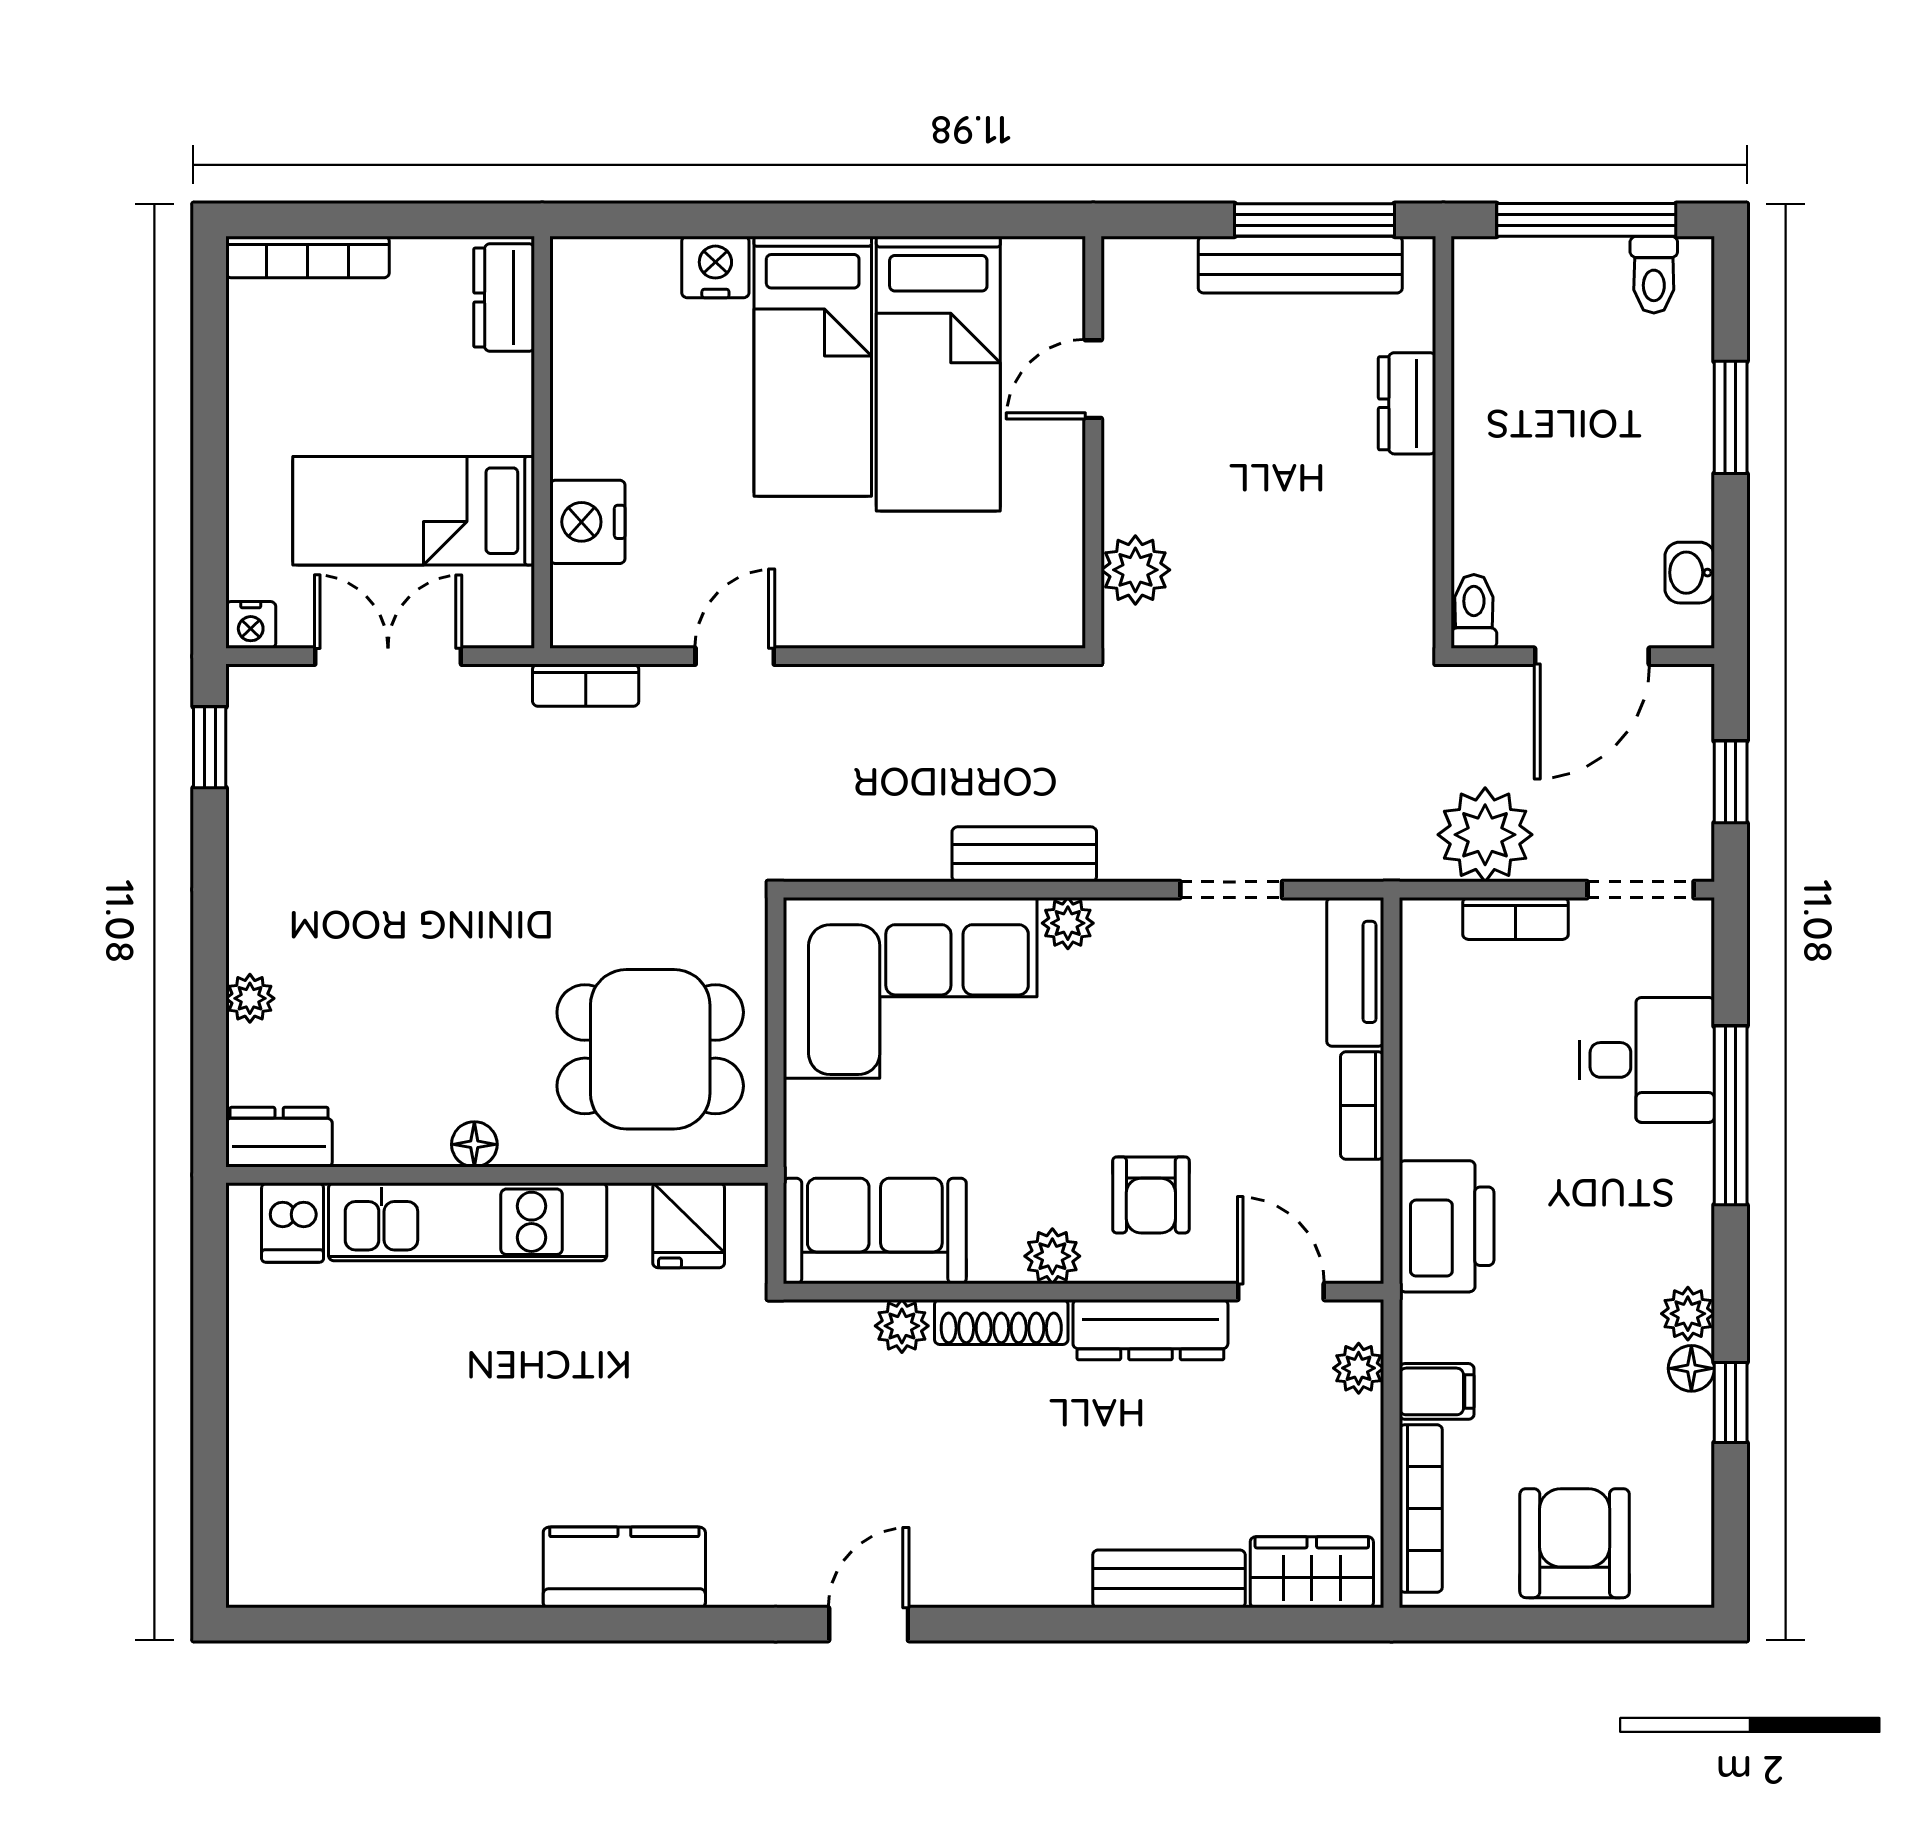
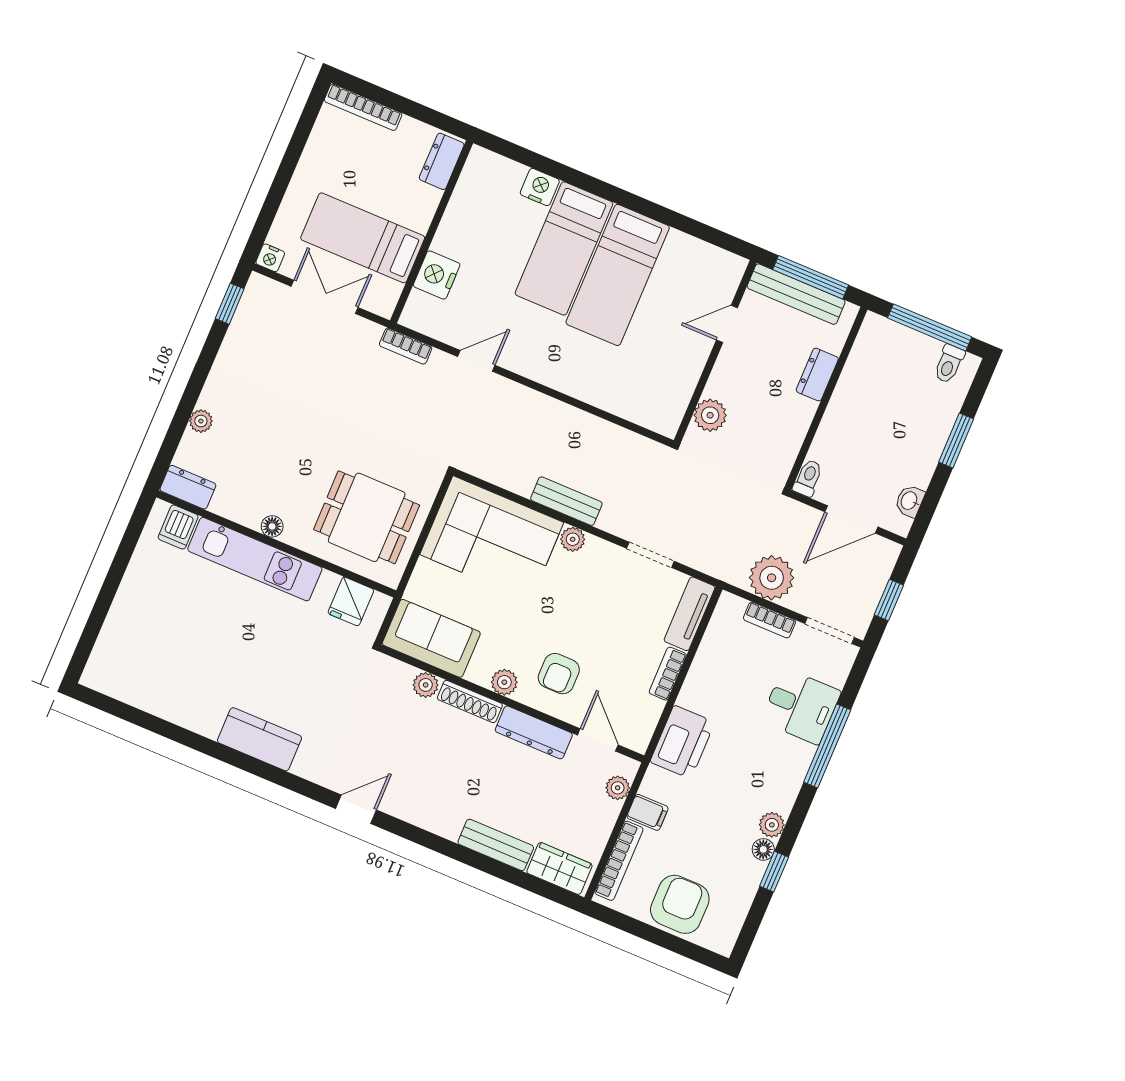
door: (1093, 379) -> (727, 324), moved
wall: (1093, 442) -> (715, 352), moved
plant: (1135, 570) -> (710, 415), moved

